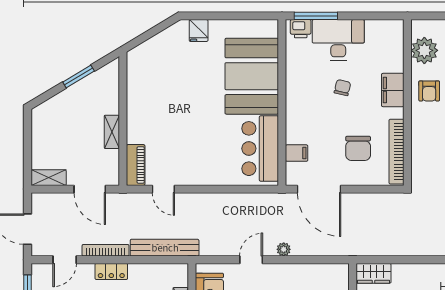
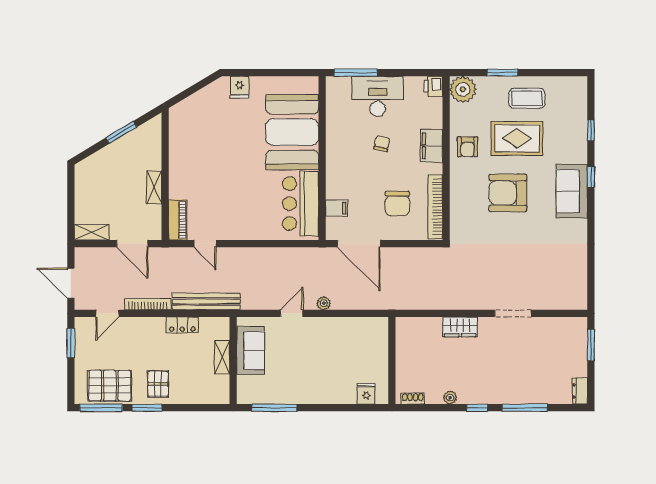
printer: (301, 29) -> (433, 86), moved, turned 90
plant: (424, 50) -> (463, 89), moved
locker: (111, 271) -> (182, 325), moved
wardrobe: (374, 273) -> (460, 327), moved

